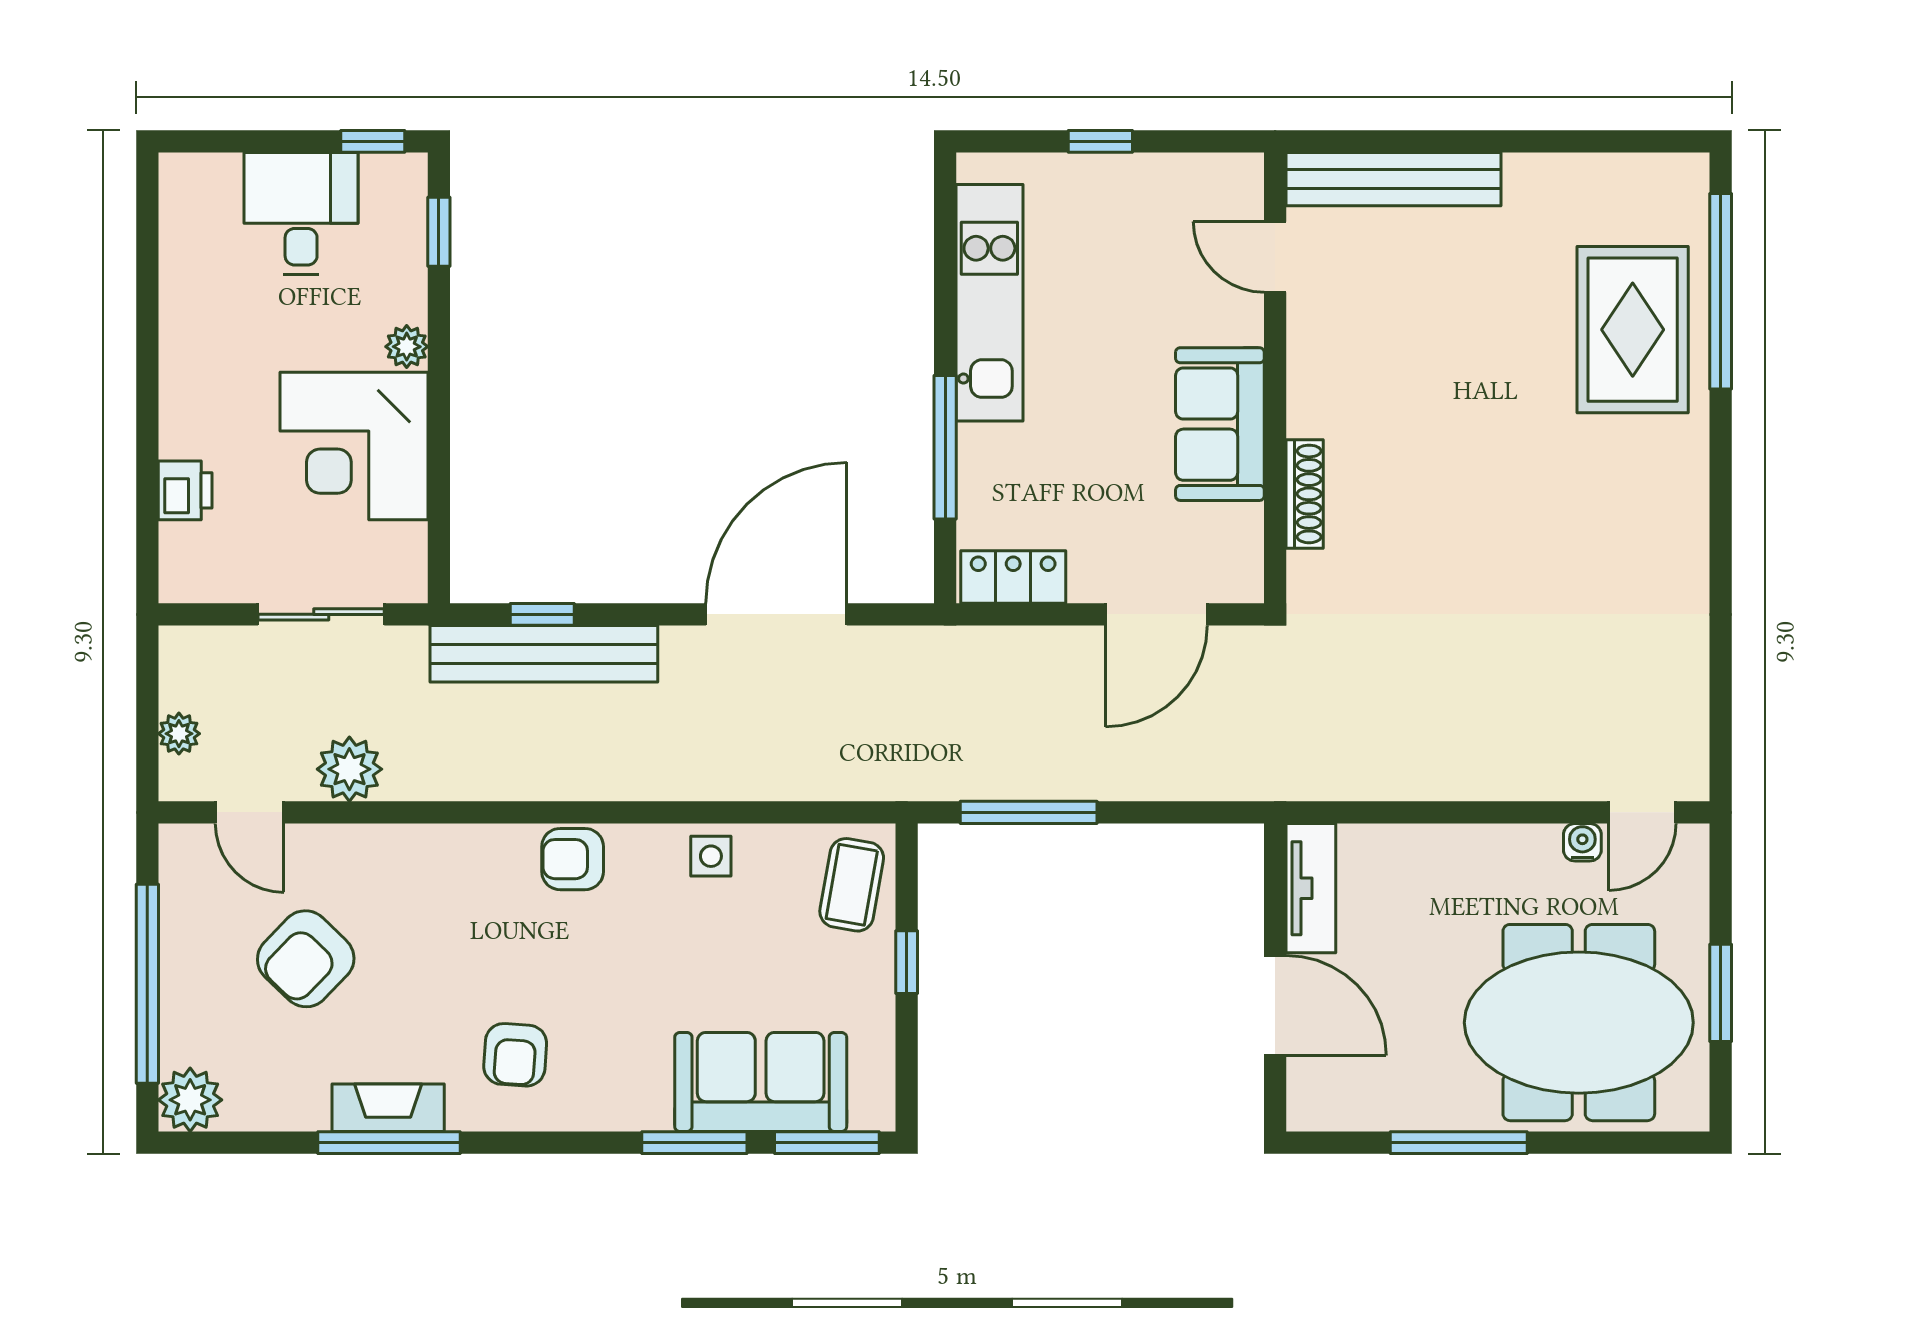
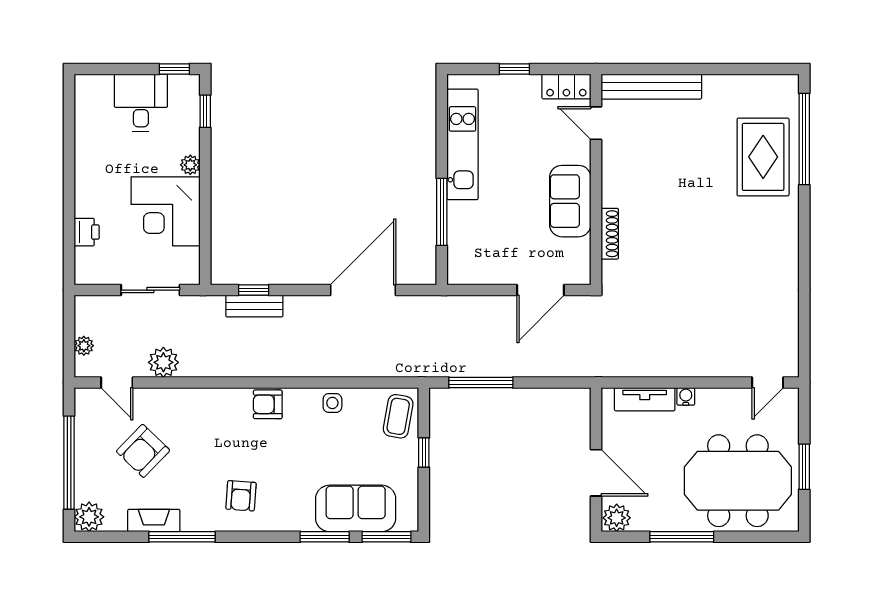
locker: (1013, 577) -> (566, 86), moved, turned 180
bench: (544, 654) -> (254, 306), width x0.54, depth x0.82
water cooler: (1582, 842) -> (686, 396), moved
tv unit: (1311, 888) -> (645, 399), moved, turned 90
plant: (1319, 1102) -> (617, 518), added
fireplace: (388, 1108) -> (154, 520), moved

